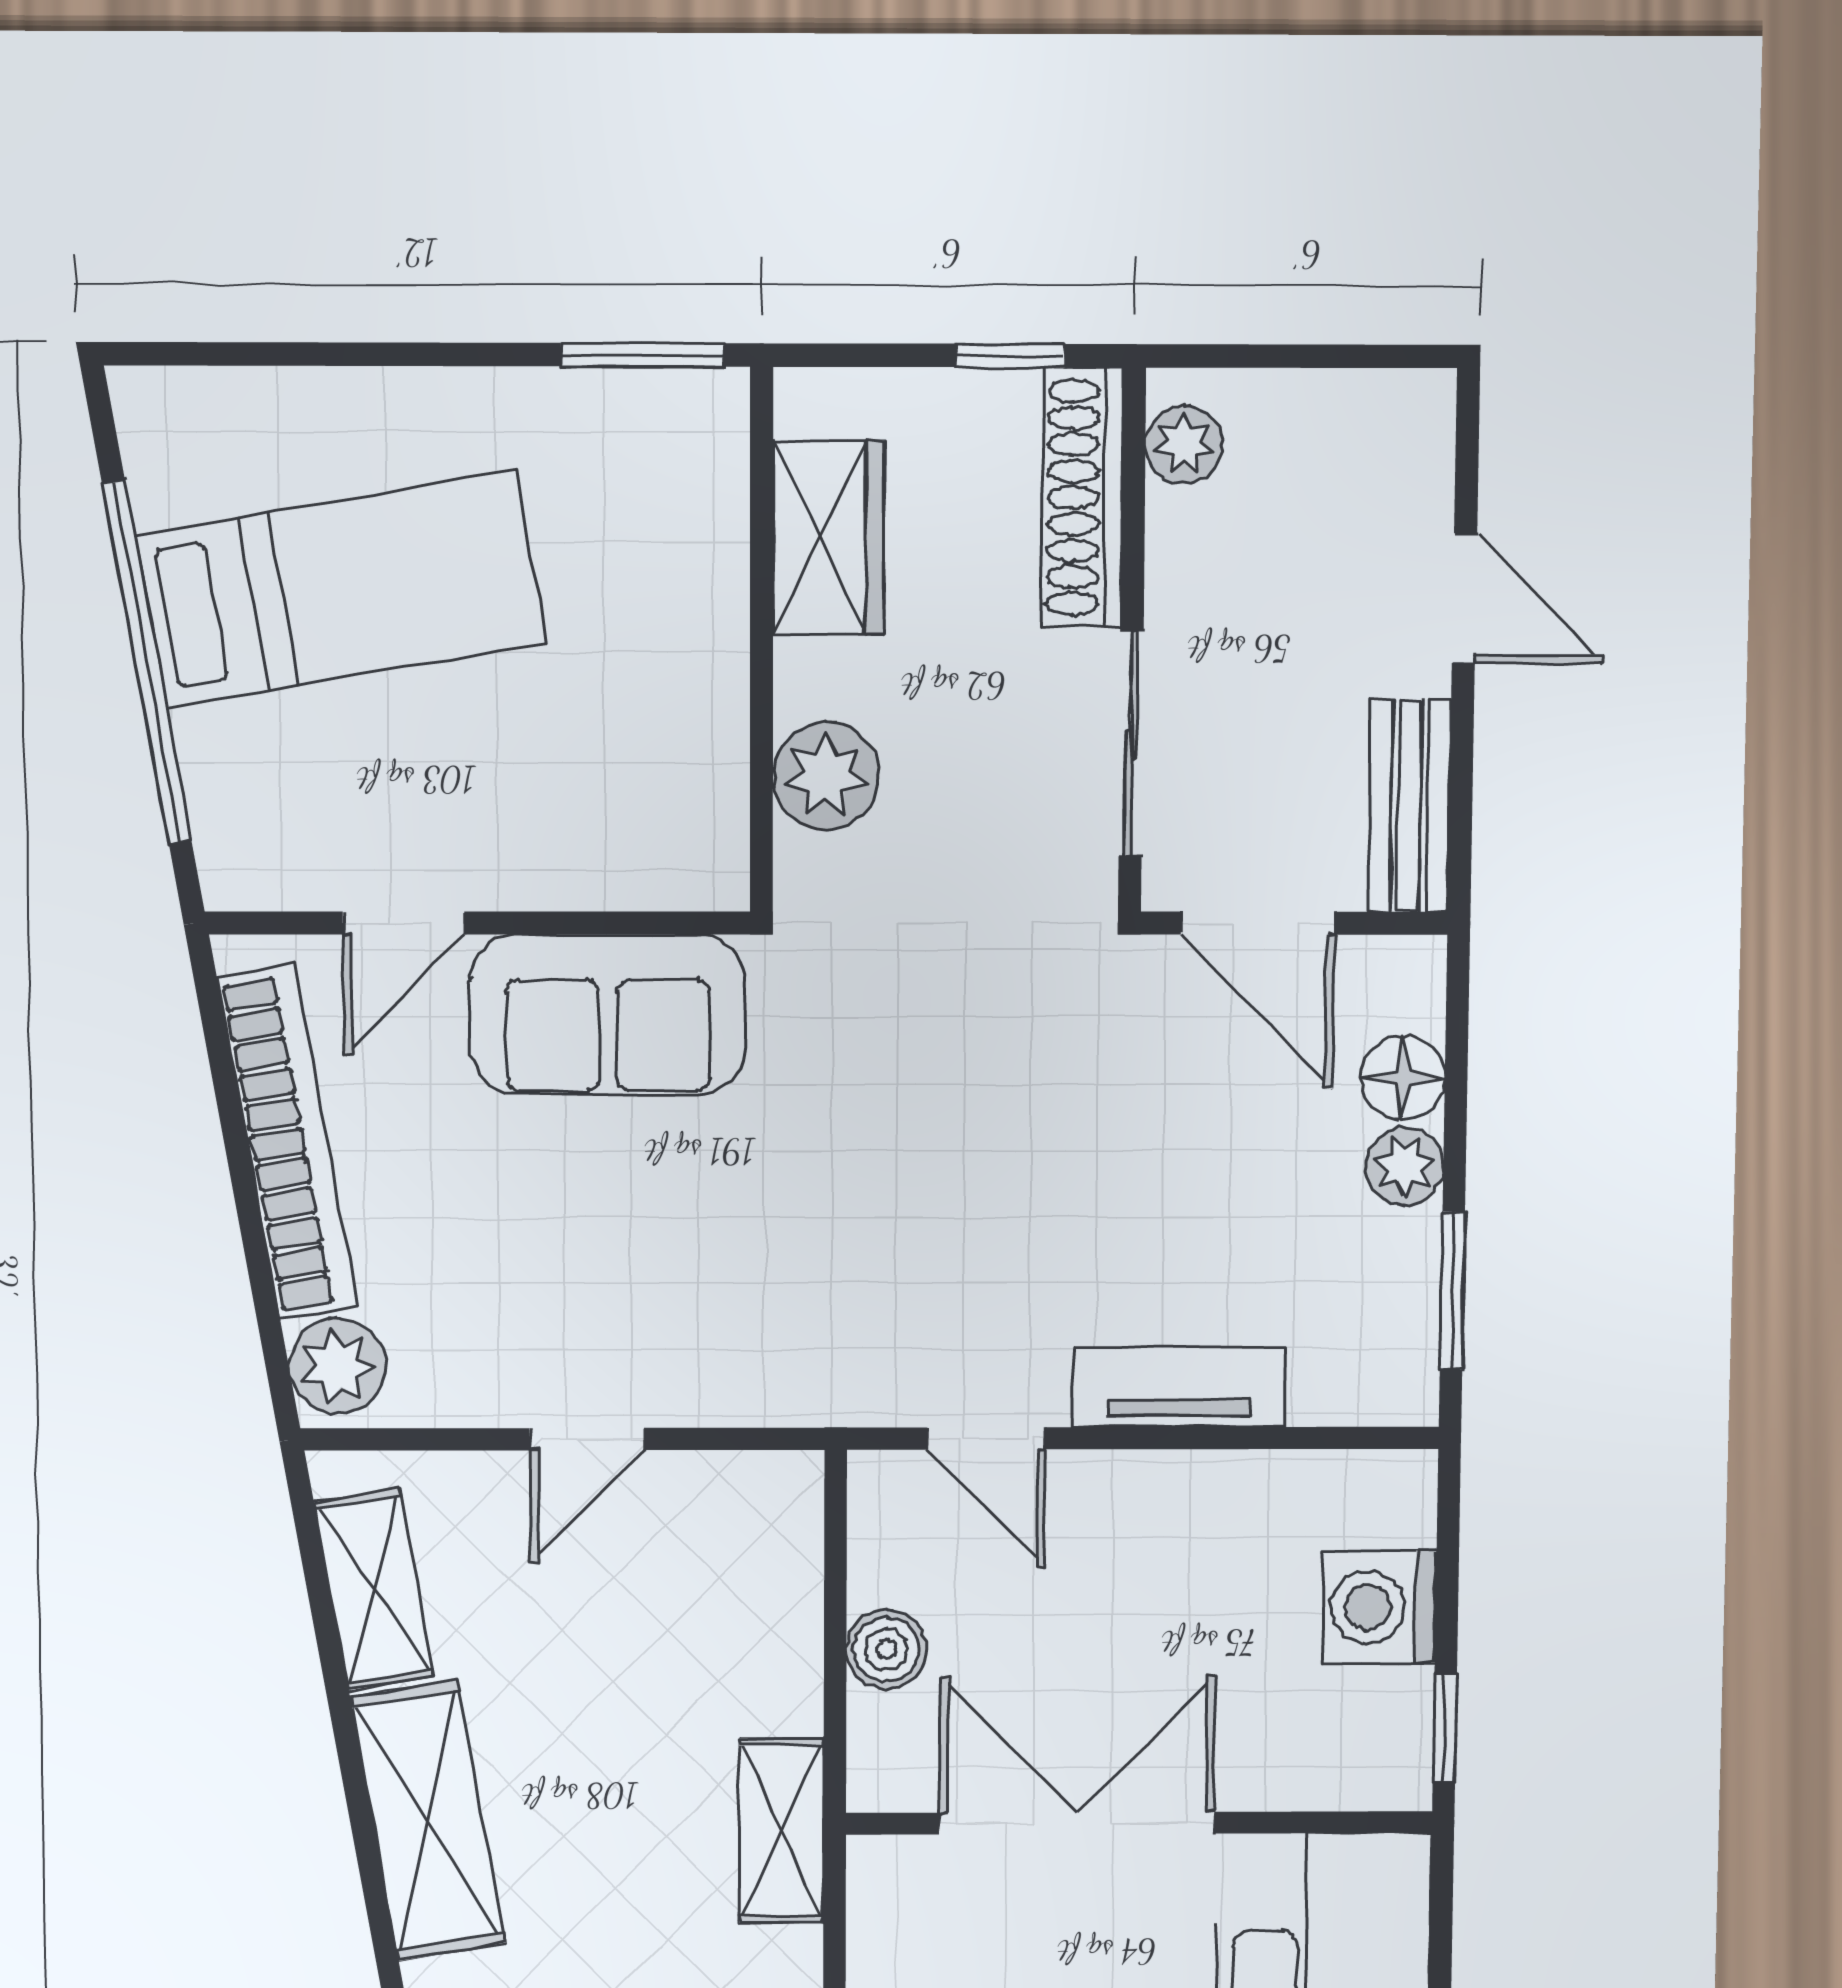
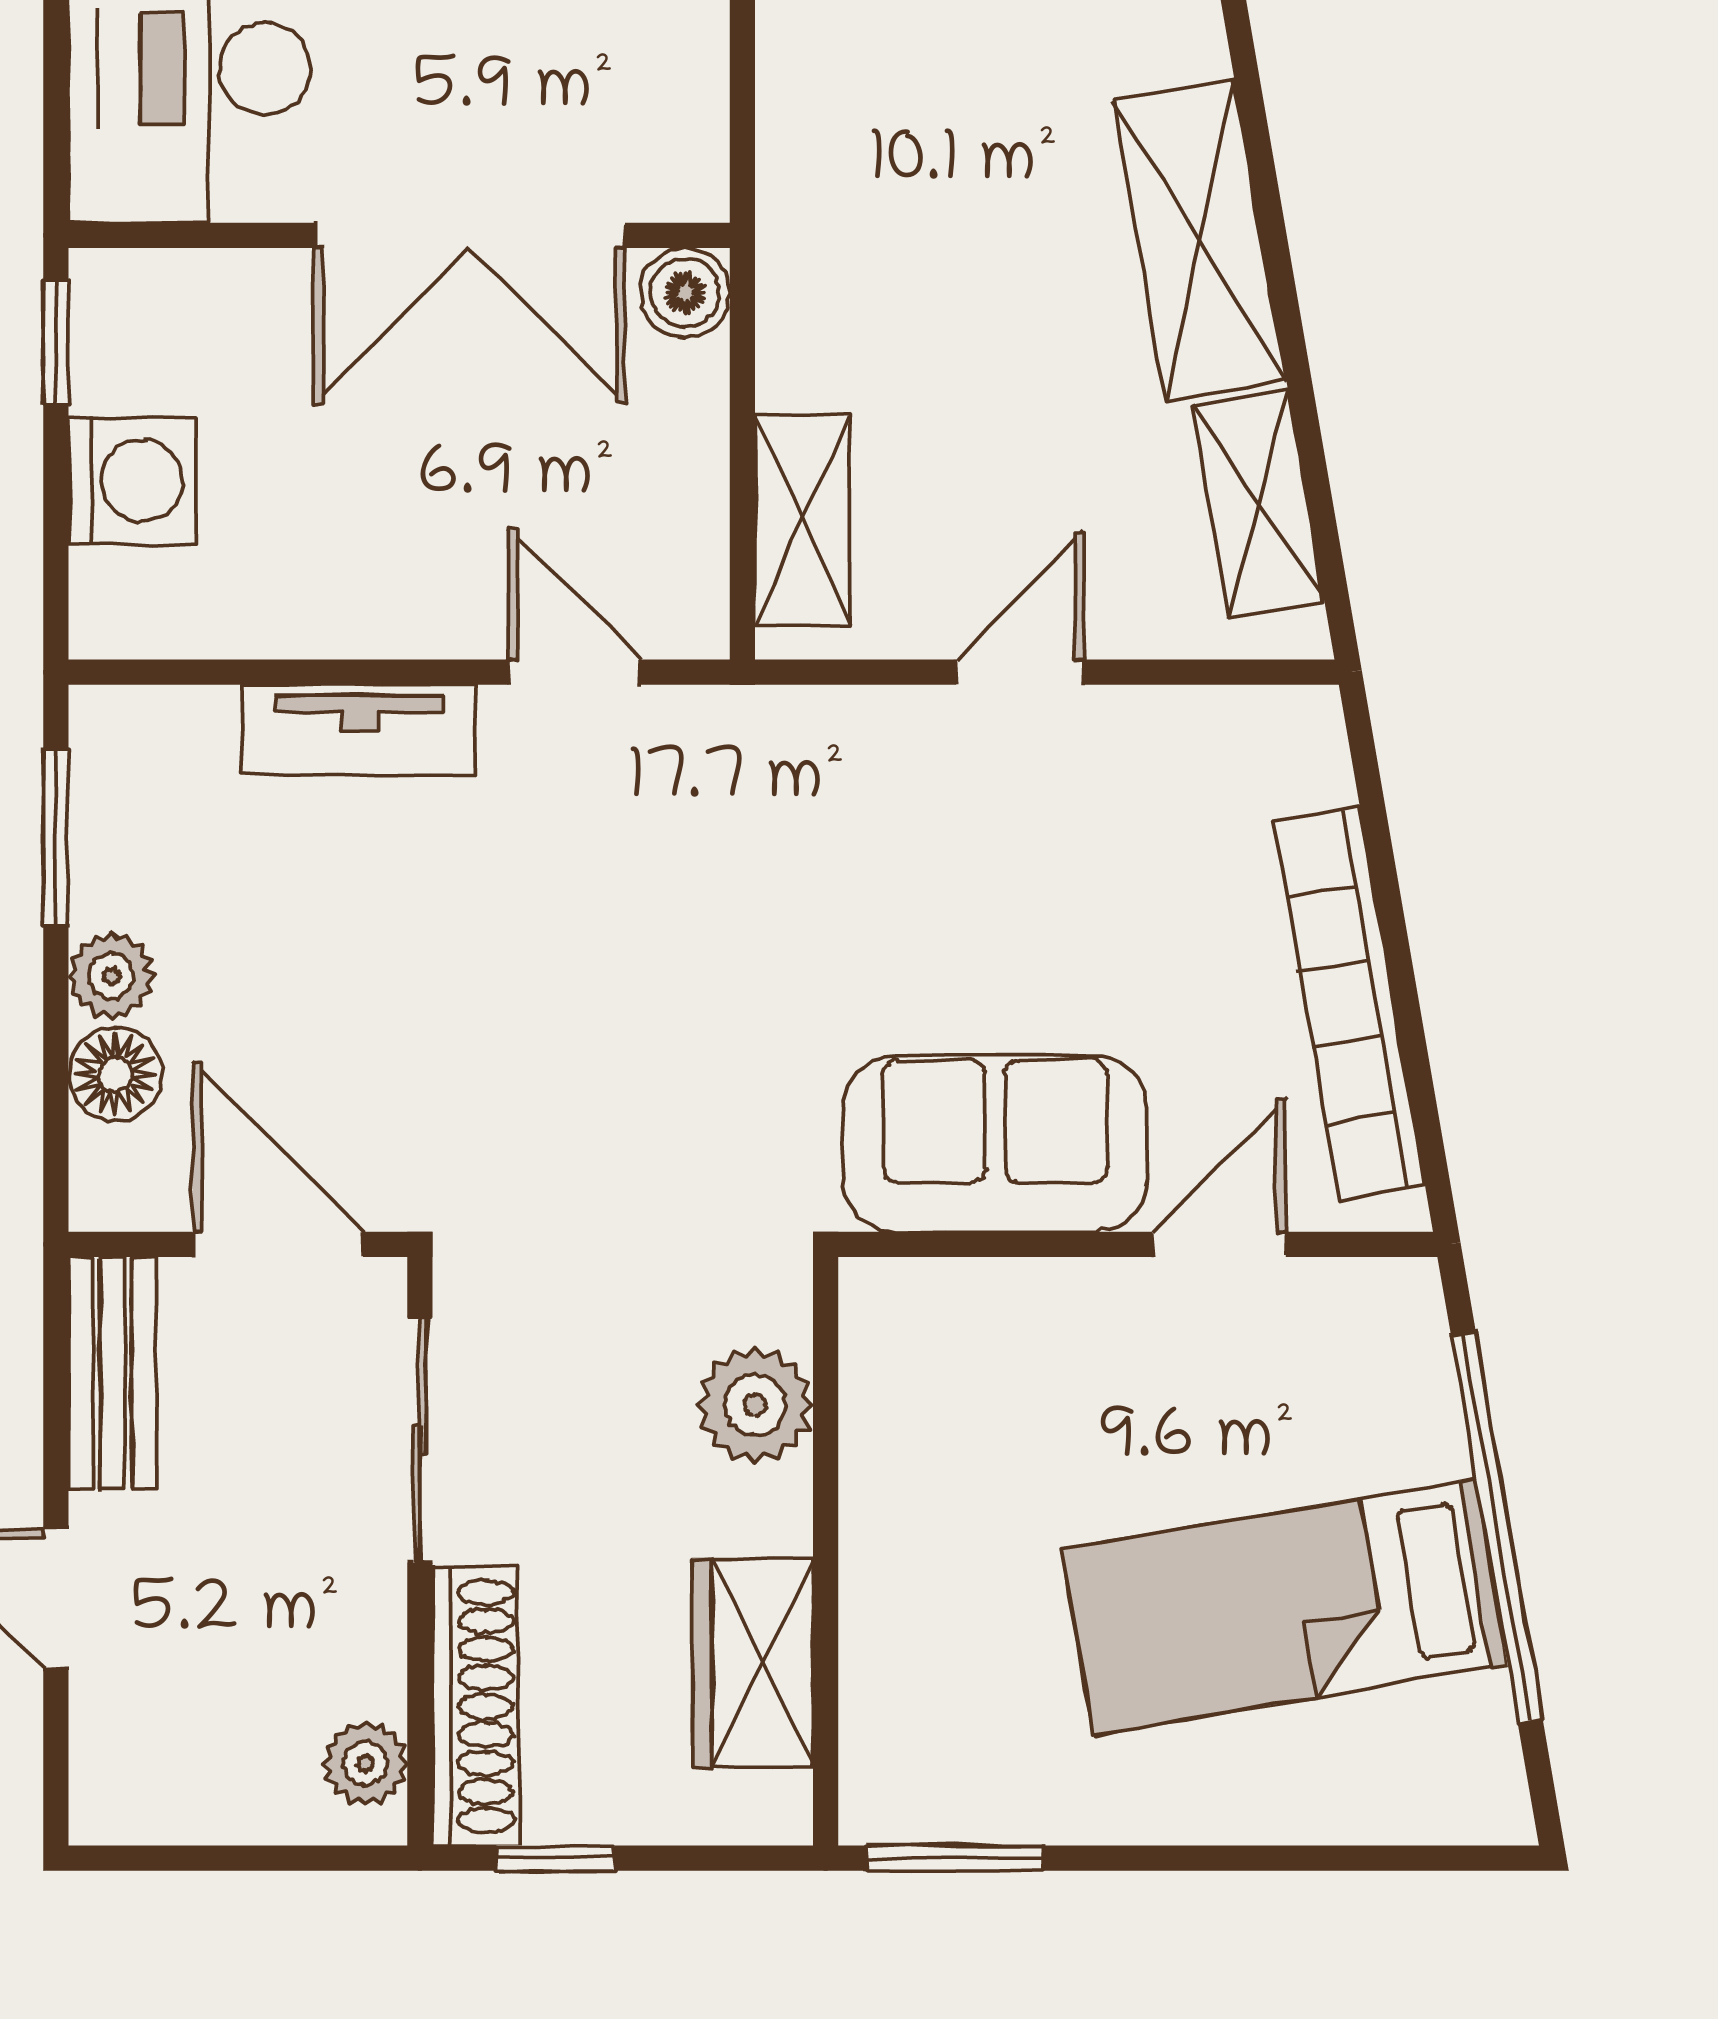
plant: (337, 1366) -> (1297, 755), removed
boiler: (886, 1649) -> (685, 293), moved
shelving: (782, 1831) -> (802, 520), moved

